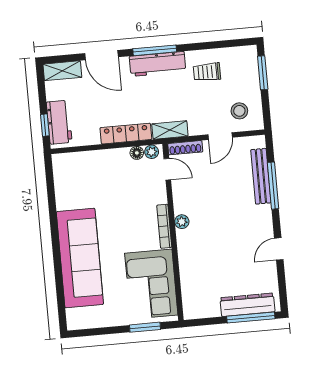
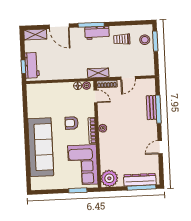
workbench: (158, 64) -> (97, 33), width x0.73
stool: (239, 111) -> (145, 40), moved
locker: (126, 134) -> (72, 74), removed
bench: (261, 176) -> (152, 108), width x0.73
armchair: (130, 215) -> (72, 123), added
plant: (197, 305) -> (109, 178), added

